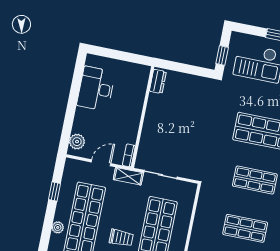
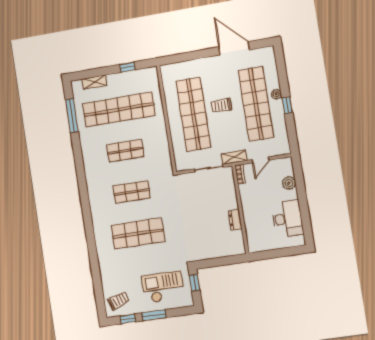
dresser: (158, 81) -> (235, 220), moved
plant: (77, 142) -> (289, 183), moved
window: (54, 192) -> (287, 105), moved

